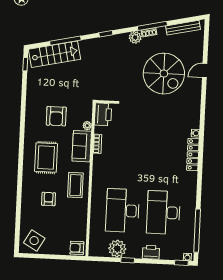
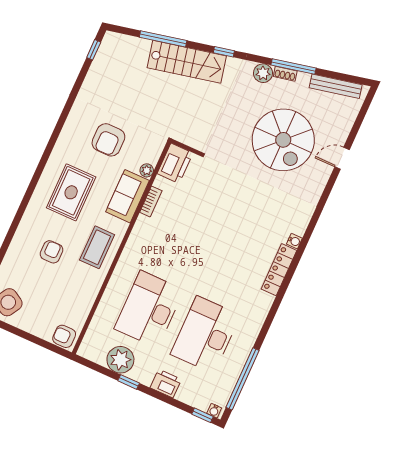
stairs: (55, 54) -> (187, 62), moved

